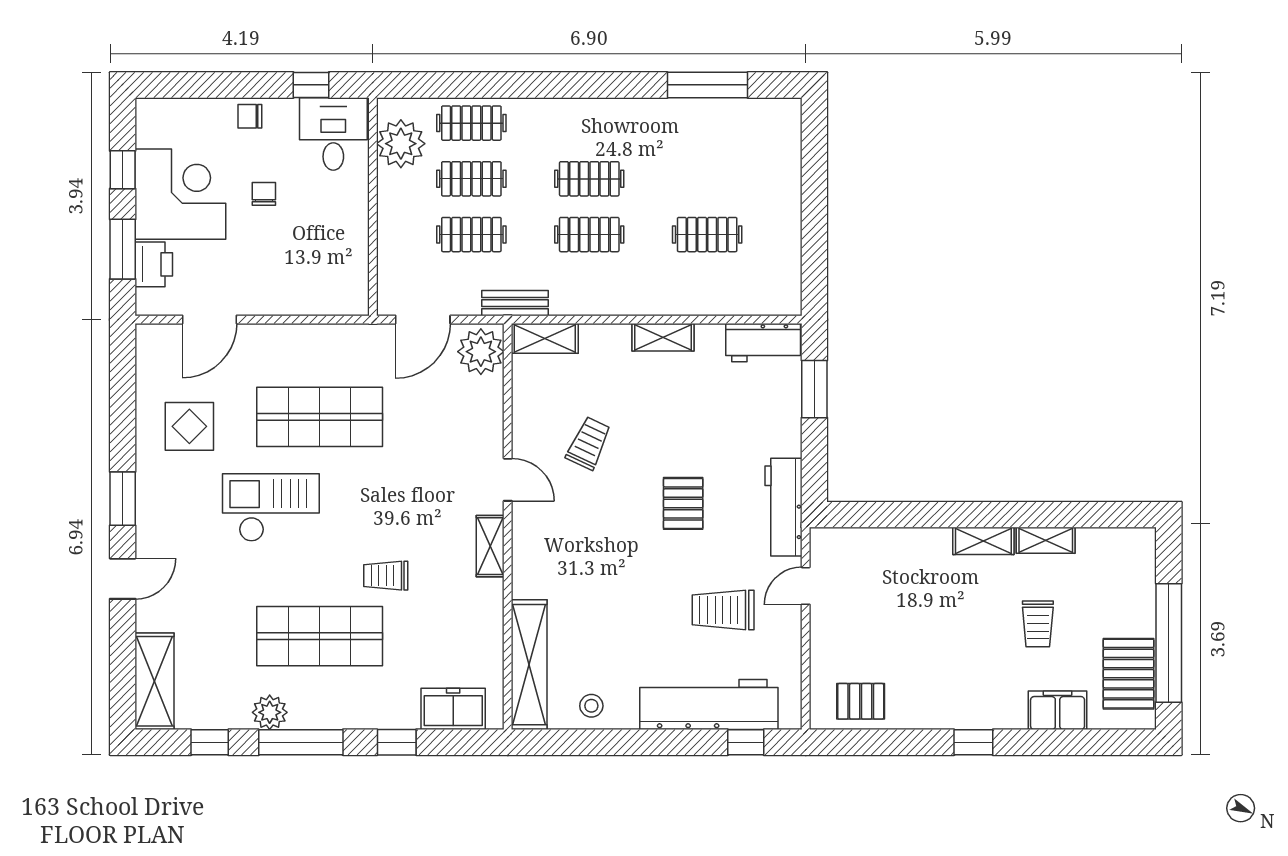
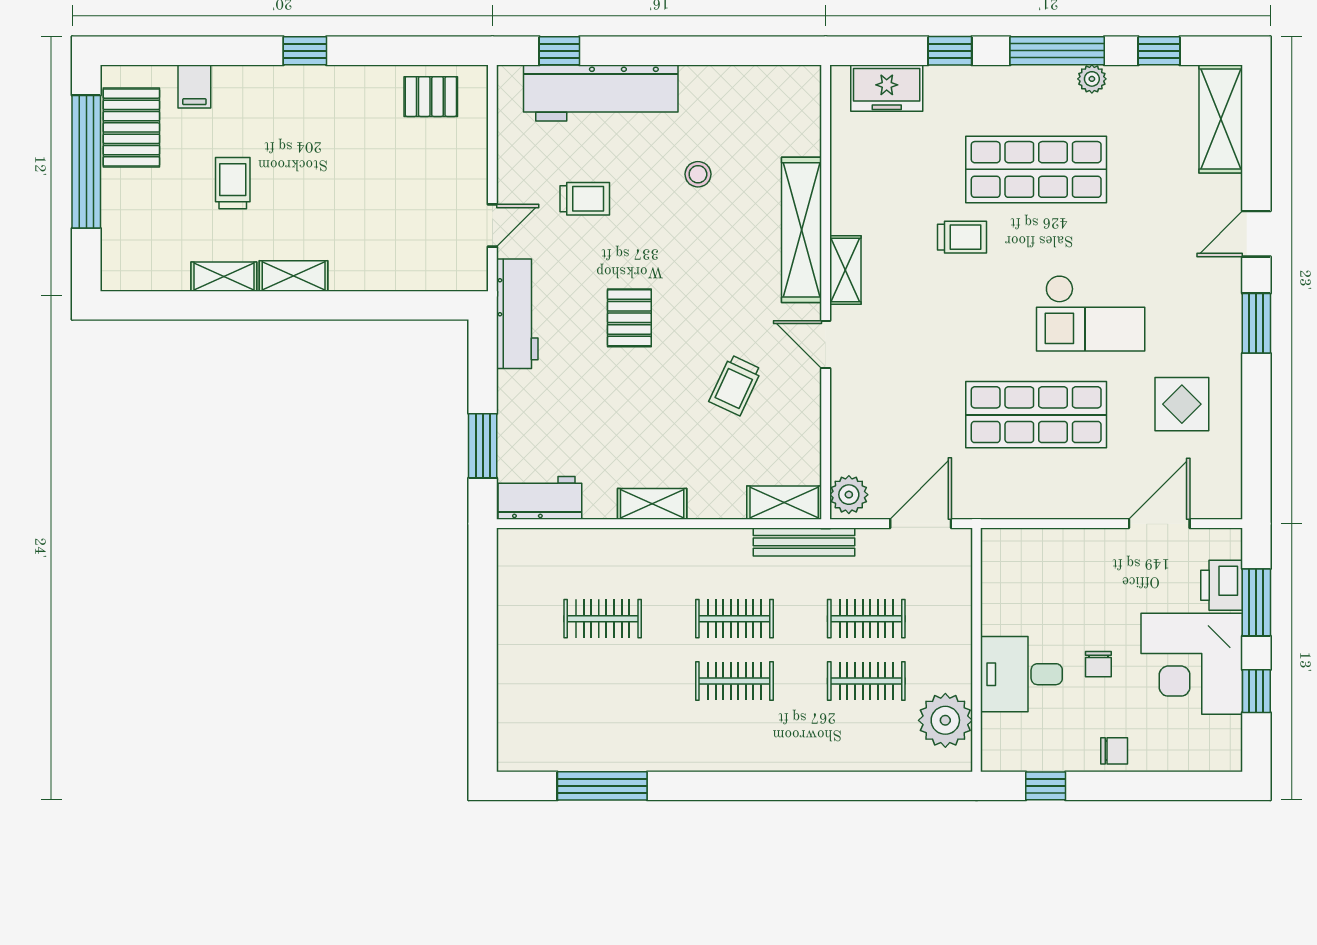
clothes rail: (471, 123) -> (866, 743), removed
desk: (333, 134) -> (1021, 674), moved, turned 90
bench: (515, 303) -> (804, 542), width x1.36
plant: (481, 352) -> (849, 495), width x0.73, depth x0.73
trolley: (723, 610) -> (585, 199), width x0.73, depth x0.72
shelving: (529, 665) -> (802, 230), moved
stool: (591, 706) -> (698, 174), moved
filing cabinet: (1058, 710) -> (194, 86), width x0.50
plant: (270, 712) -> (1092, 79), width x0.73, depth x0.73

